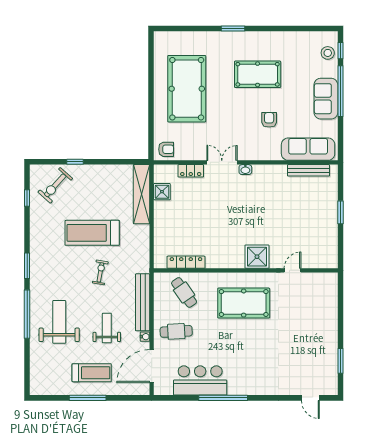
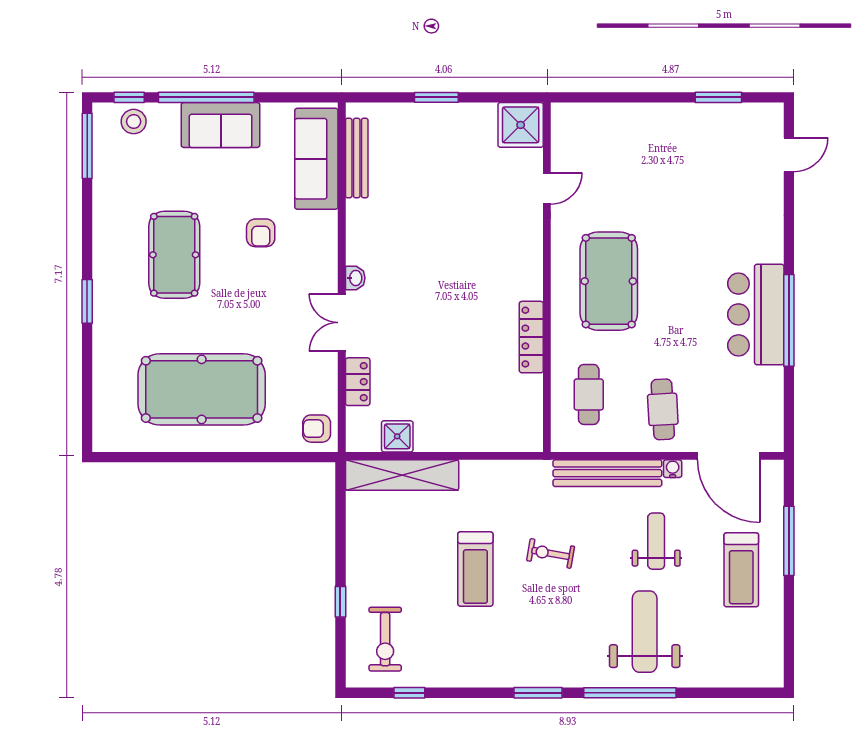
window: (315, 28) -> (87, 146), added
armchair: (269, 120) -> (261, 233), turned -90
armchair: (166, 149) -> (317, 429), turned -90
exercise bike: (55, 185) -> (385, 639), turned 48
treadmill: (92, 233) -> (475, 569), width x0.73, depth x0.73
shower: (257, 257) -> (521, 125), moved
locker: (186, 262) -> (531, 337), moved
door: (293, 270) -> (547, 188), swing flipped
cafe table: (184, 292) -> (589, 394), turned -55
weight bench: (59, 322) -> (645, 632), turned 90
weight bench: (107, 328) -> (656, 541), turned 90
treadmill: (92, 373) -> (741, 570), turned 180
bar counter: (200, 380) -> (756, 314), moved
window: (88, 398) -> (789, 541), moved

